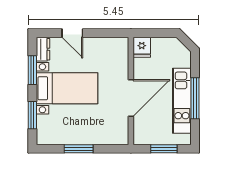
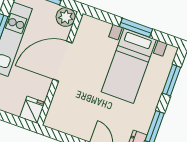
bed with nightstands: (67, 88) -> (129, 66), moved, turned -90
plant: (142, 136) -> (66, 17), added

